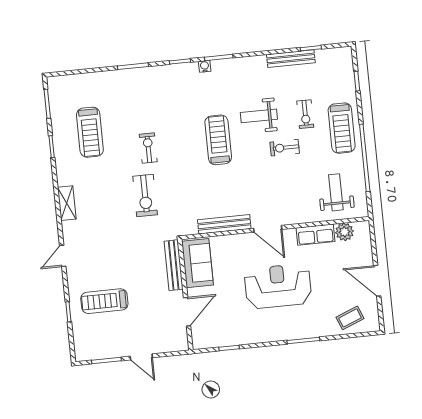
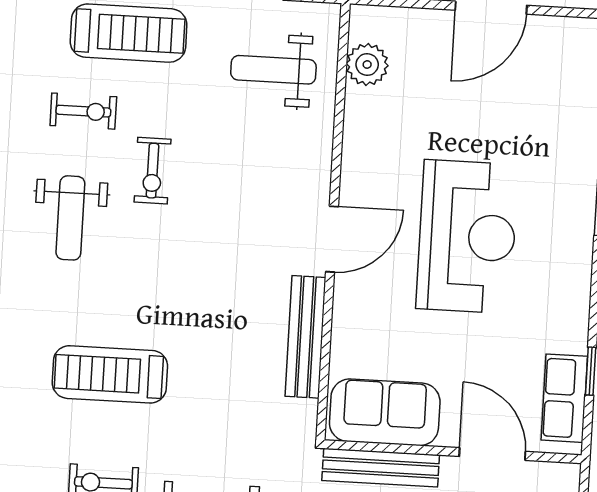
treadmill: (218, 140) -> (110, 374), moved
row of seats: (316, 235) -> (564, 398), moved, turned 180
reception desk: (278, 286) -> (467, 237), turned 180
coffee table: (350, 318) -> (566, 84), removed

